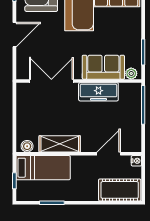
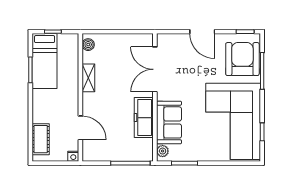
double door: (51, 81) -> (155, 69), swing flipped
shelving: (60, 144) -> (88, 78), width x0.67, depth x0.75
bed: (43, 168) -> (45, 61), moved
cot: (120, 190) -> (41, 139), width x0.73, depth x0.75

